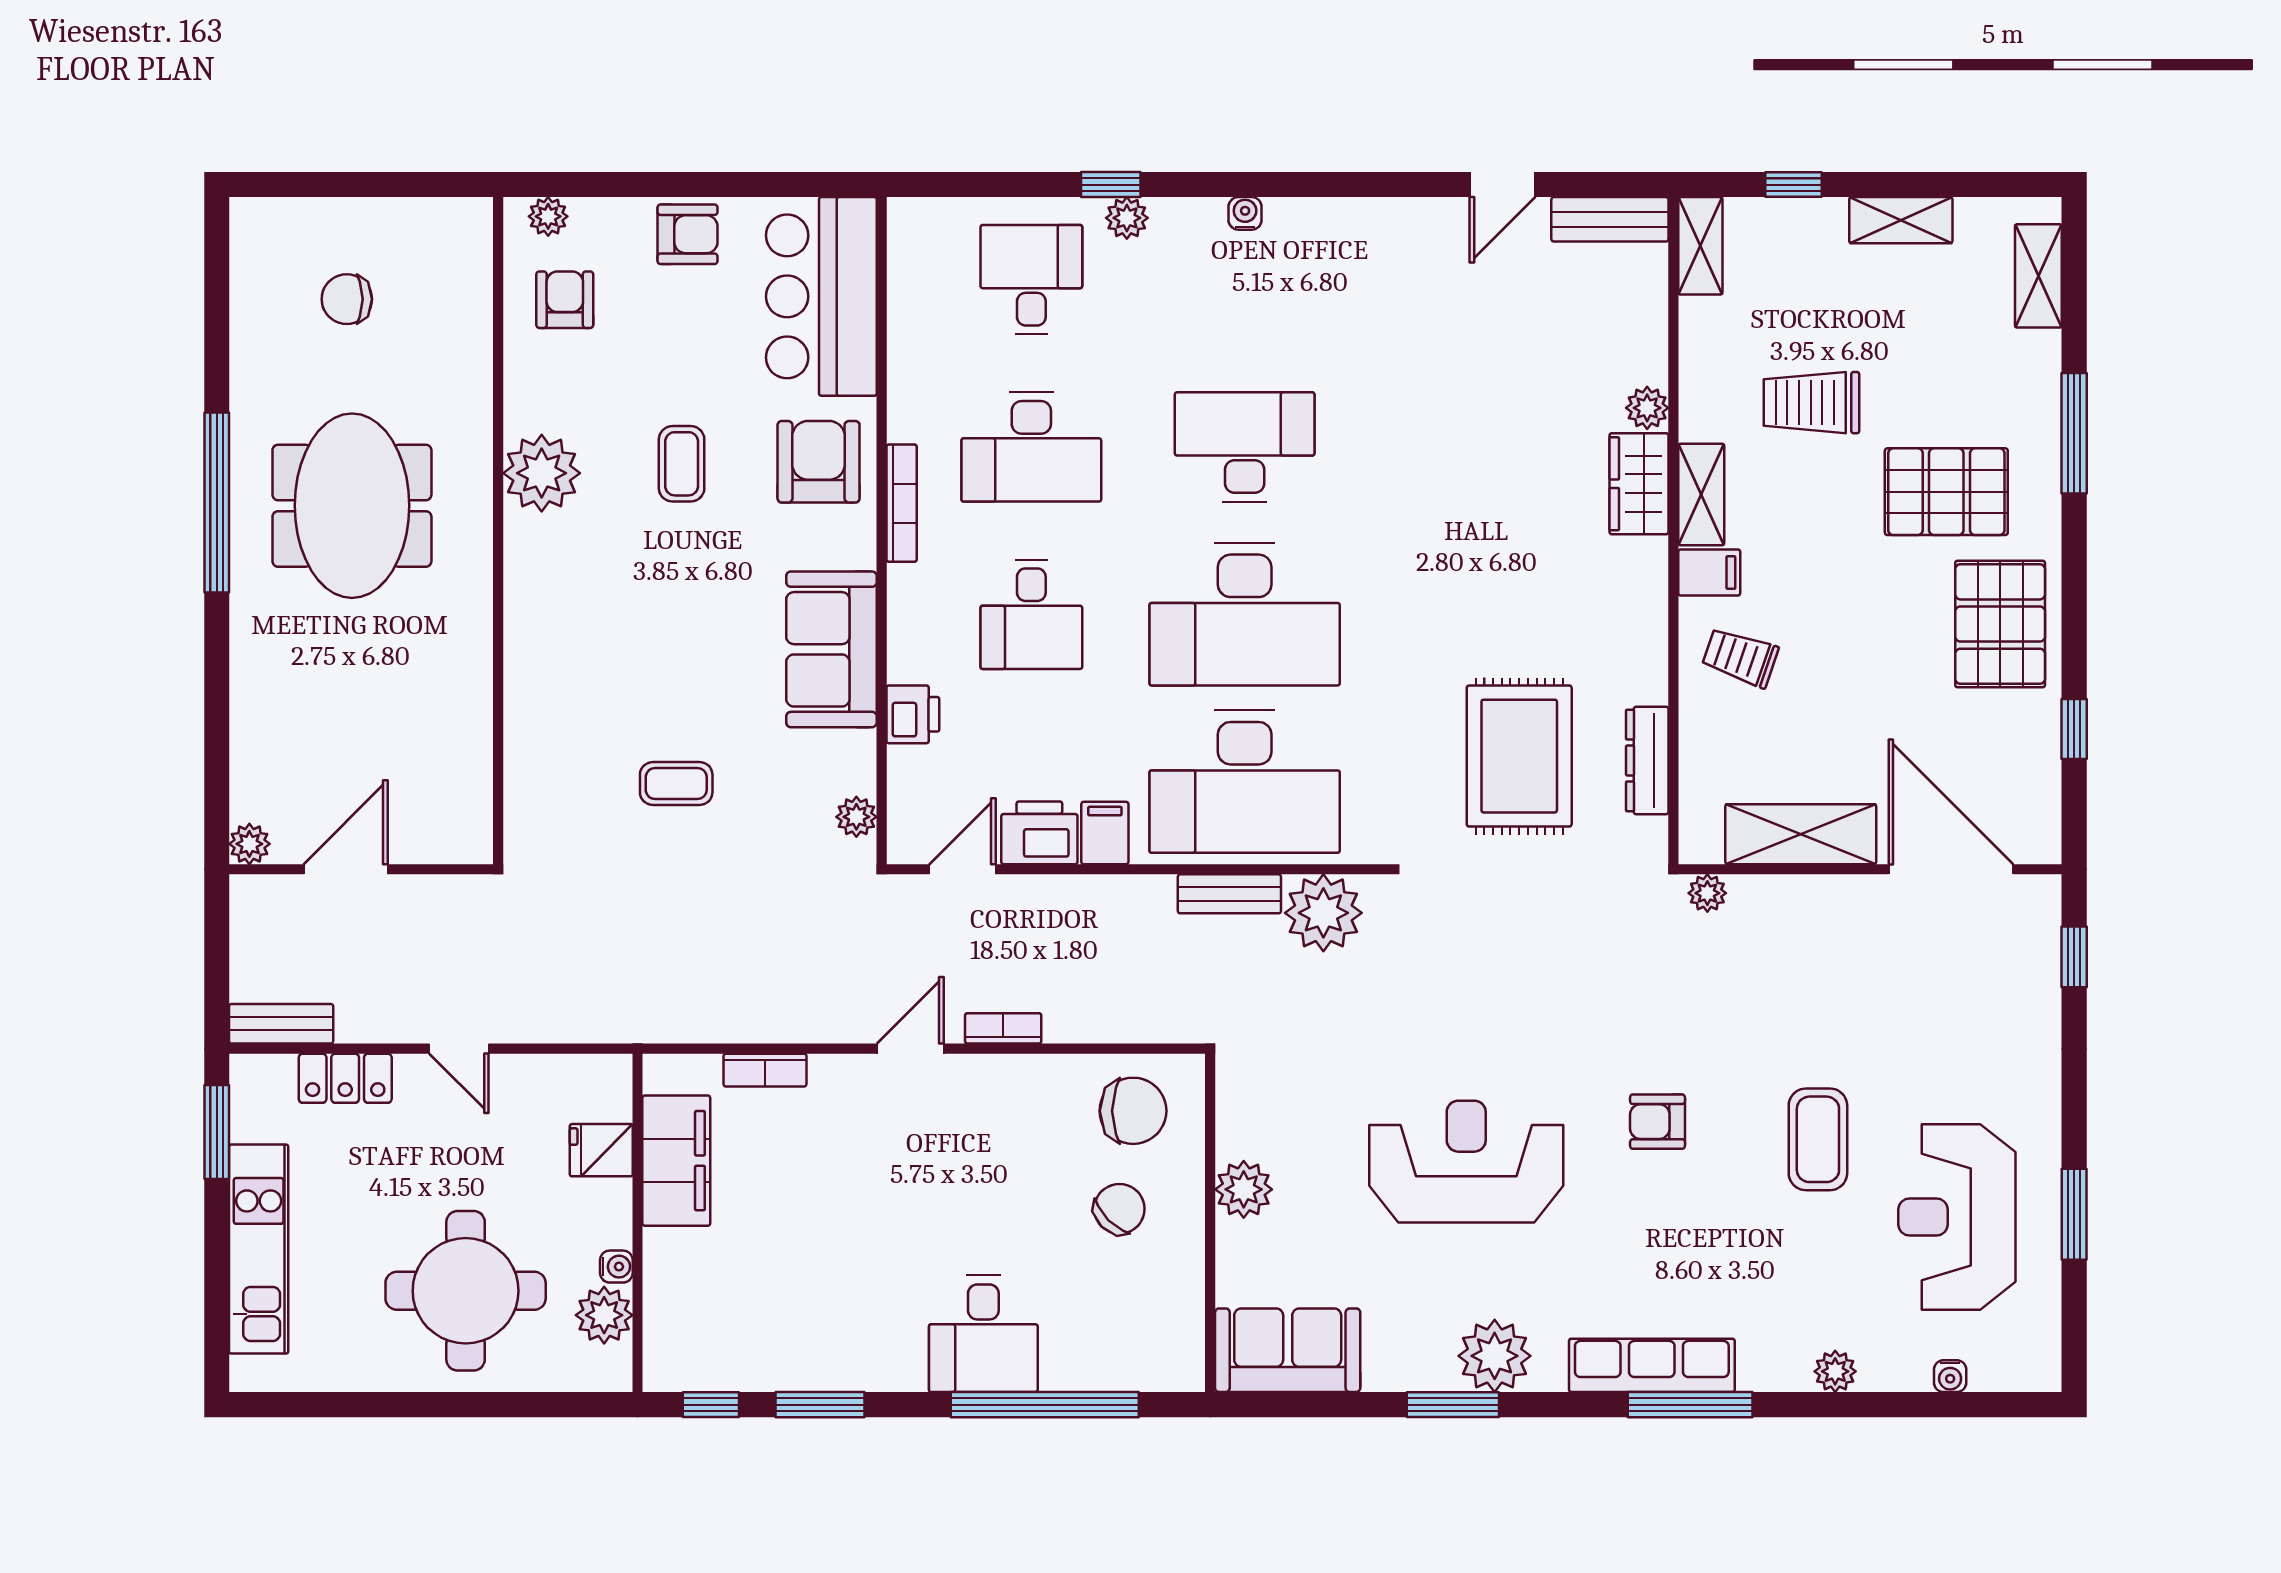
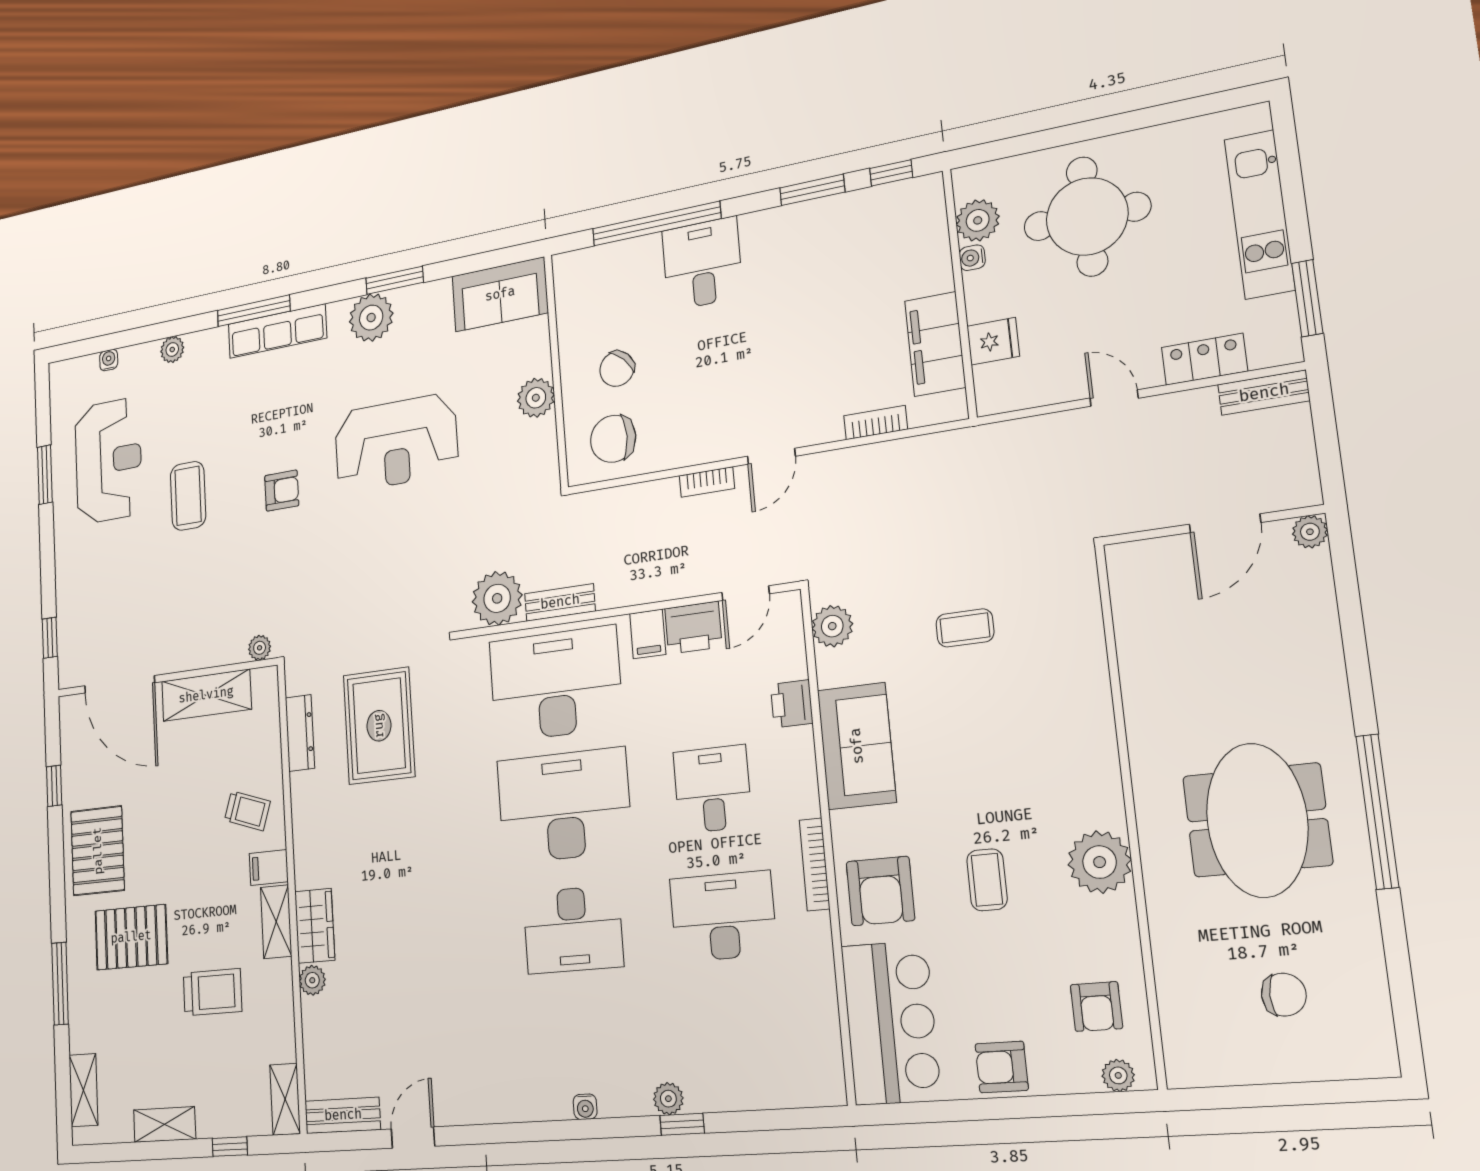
desk: (1031, 280) -> (734, 1046), removed
plant: (856, 817) -> (832, 626), width x1.38, depth x1.38

